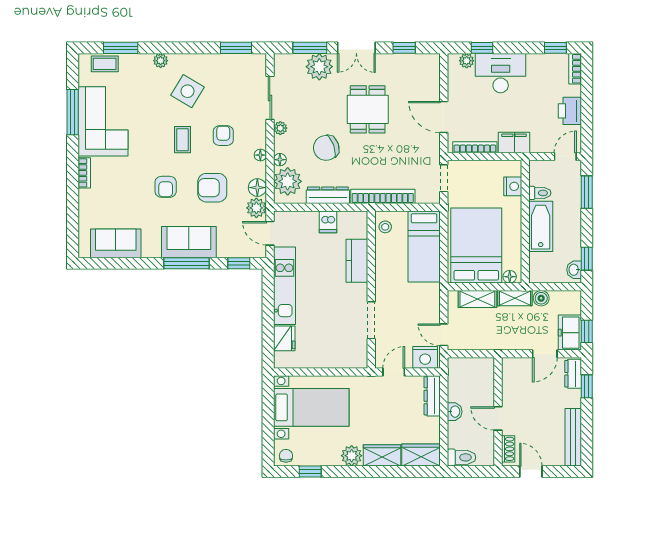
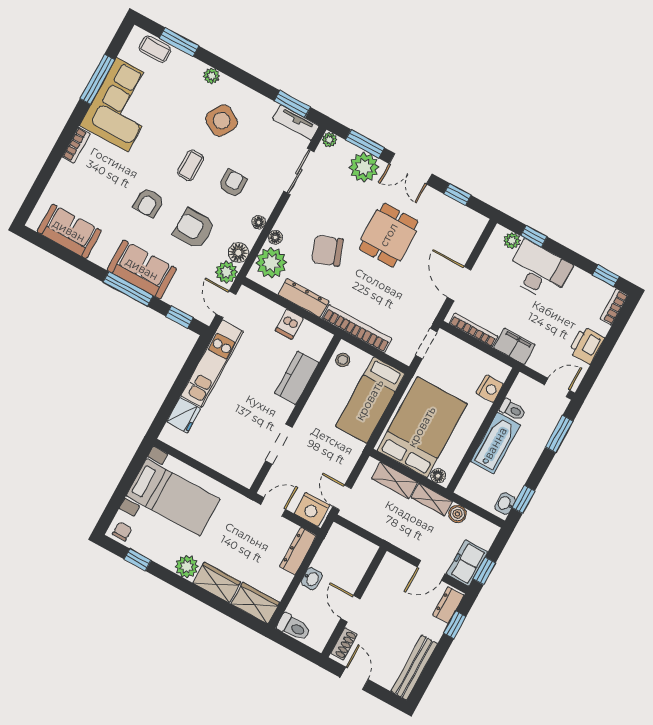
tv unit: (247, 61) -> (296, 123), added
plant: (280, 128) -> (329, 140), moved

